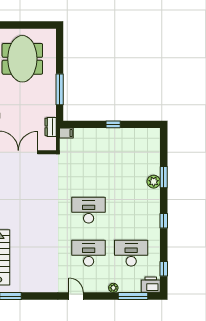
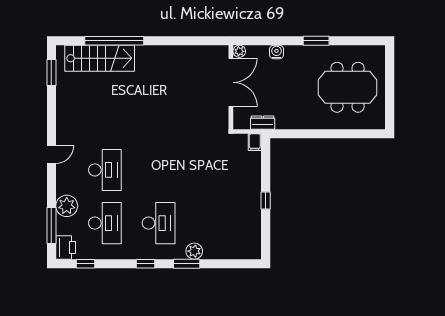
window: (60, 89) -> (309, 134), removed
window: (164, 177) -> (187, 264), moved
desk: (89, 210) -> (159, 223), moved
plant: (113, 288) -> (67, 206), width x1.88, depth x1.88

